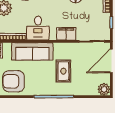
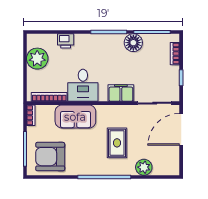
sofa: (32, 51) -> (75, 117), width x0.73
plant: (104, 89) -> (144, 167), moved

